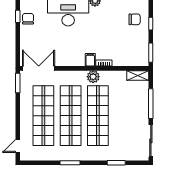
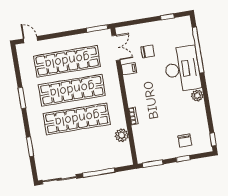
chair: (28, 19) -> (148, 52), moved
filing cabinet: (90, 60) -> (129, 69), moved
double door: (39, 68) -> (116, 48), width x0.73
shelving: (138, 75) -> (126, 154), removed
plant: (93, 77) -> (122, 135), moved

